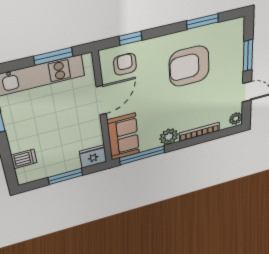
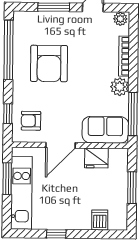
window: (202, 21) -> (9, 50), width x2.11
door: (101, 100) -> (61, 145), swing flipped
fridge: (93, 156) -> (96, 158), moved, turned -90

